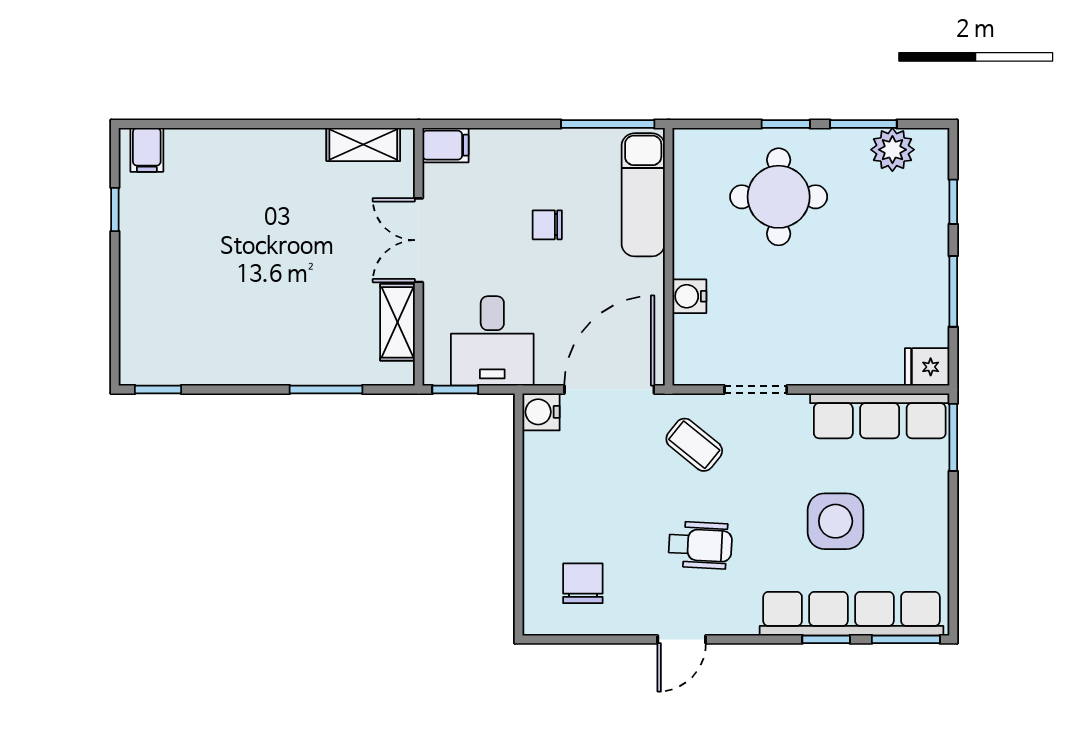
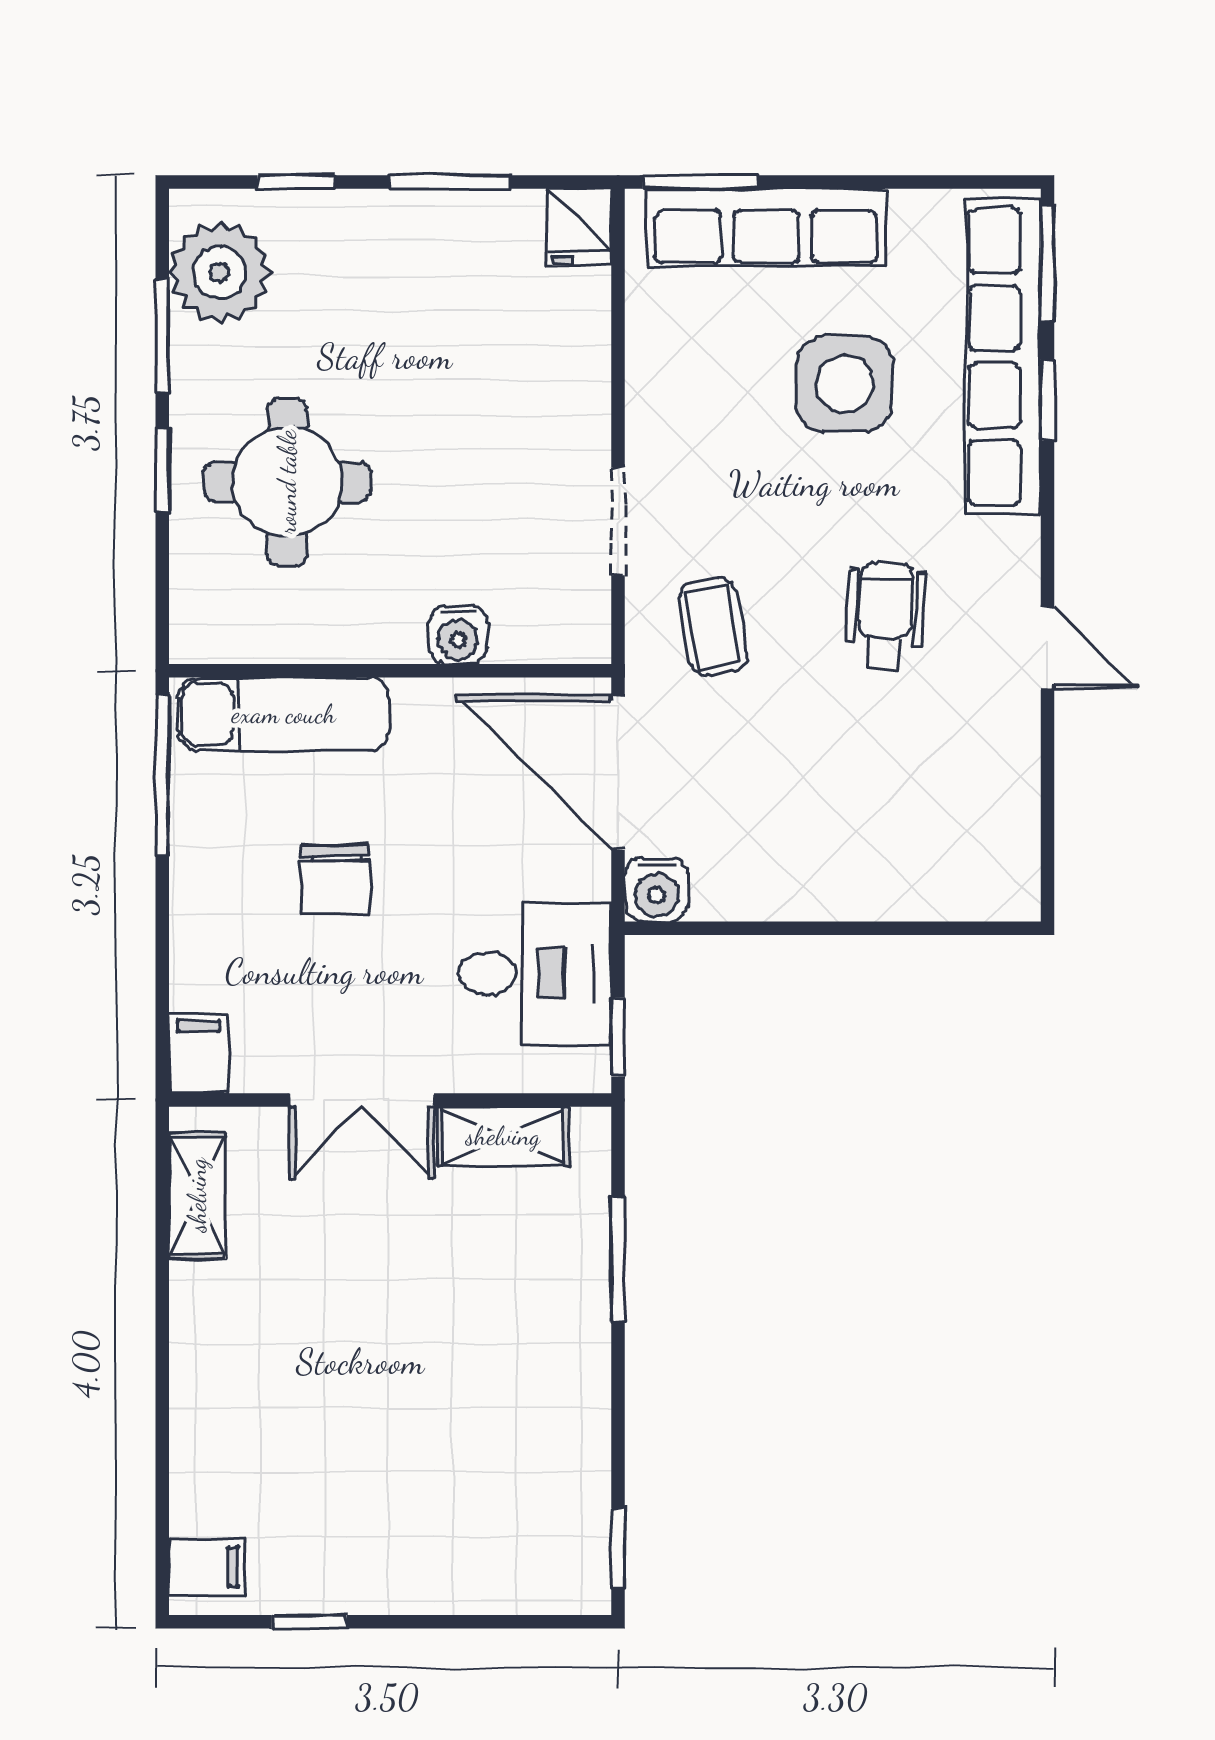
plant: (892, 150) -> (220, 273), width x1.36, depth x1.36
chair: (547, 225) -> (335, 879), width x1.37, depth x1.37
row of seats: (880, 416) -> (766, 227), moved, turned 90
coffee table: (694, 445) -> (713, 627), turned -49
chair: (583, 583) -> (951, 818), removed

